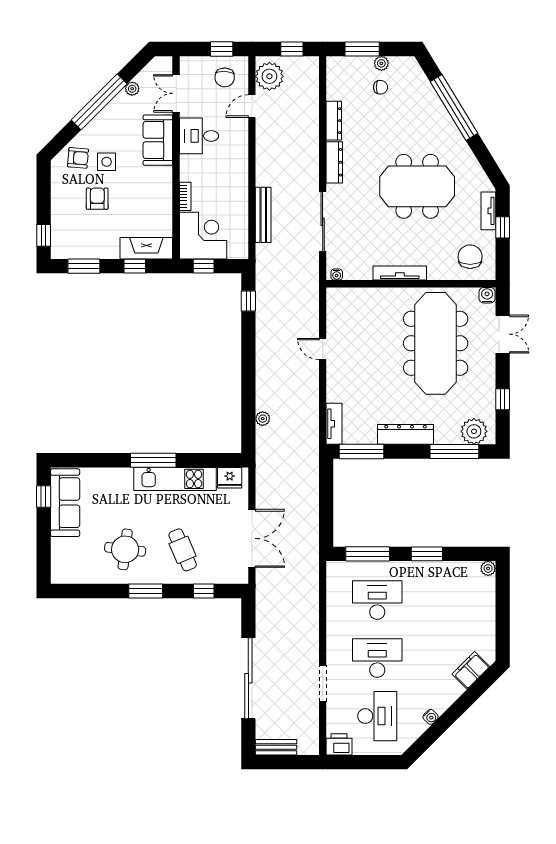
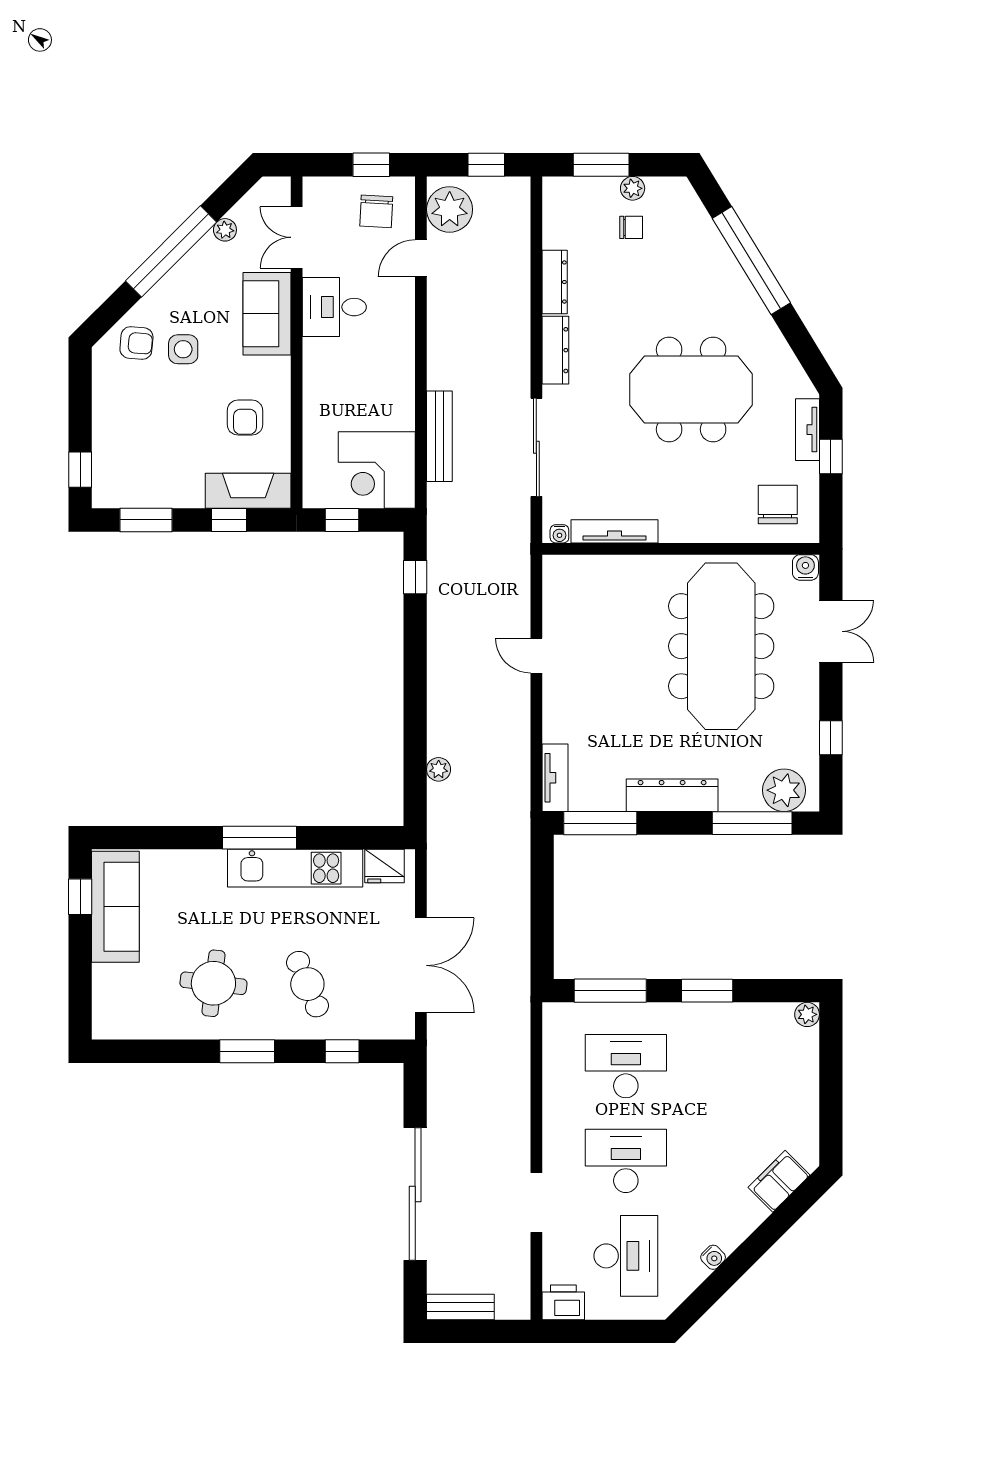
bookcase: (185, 196) -> (312, 406), removed
armchair: (97, 199) -> (245, 418), moved, turned 180
corner desk: (203, 236) -> (377, 470), moved, turned 180
tv unit: (400, 273) -> (614, 531), moved

